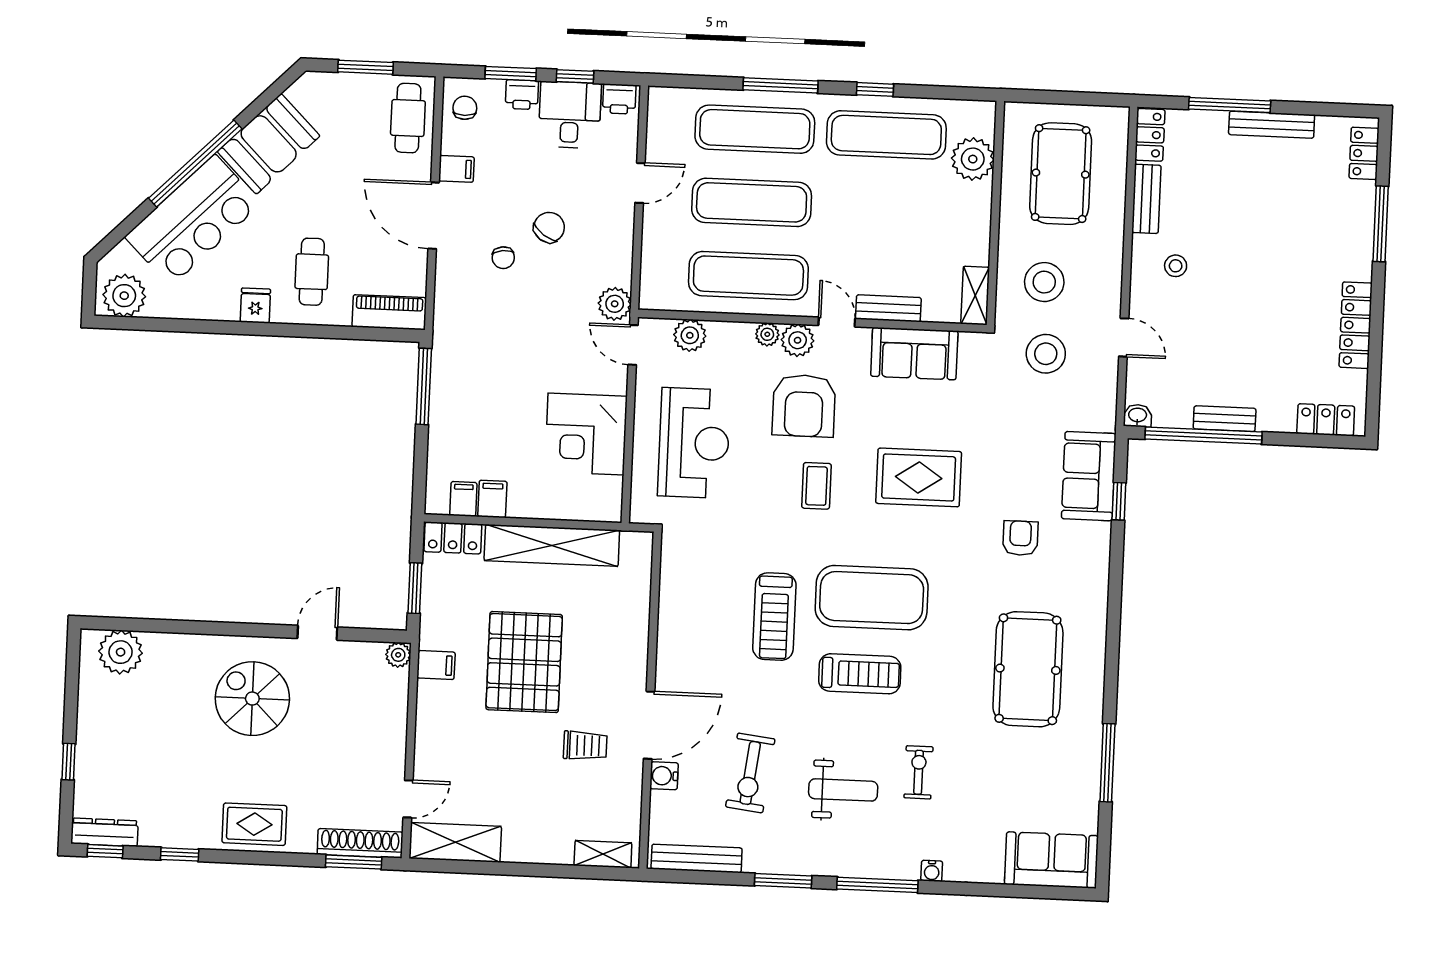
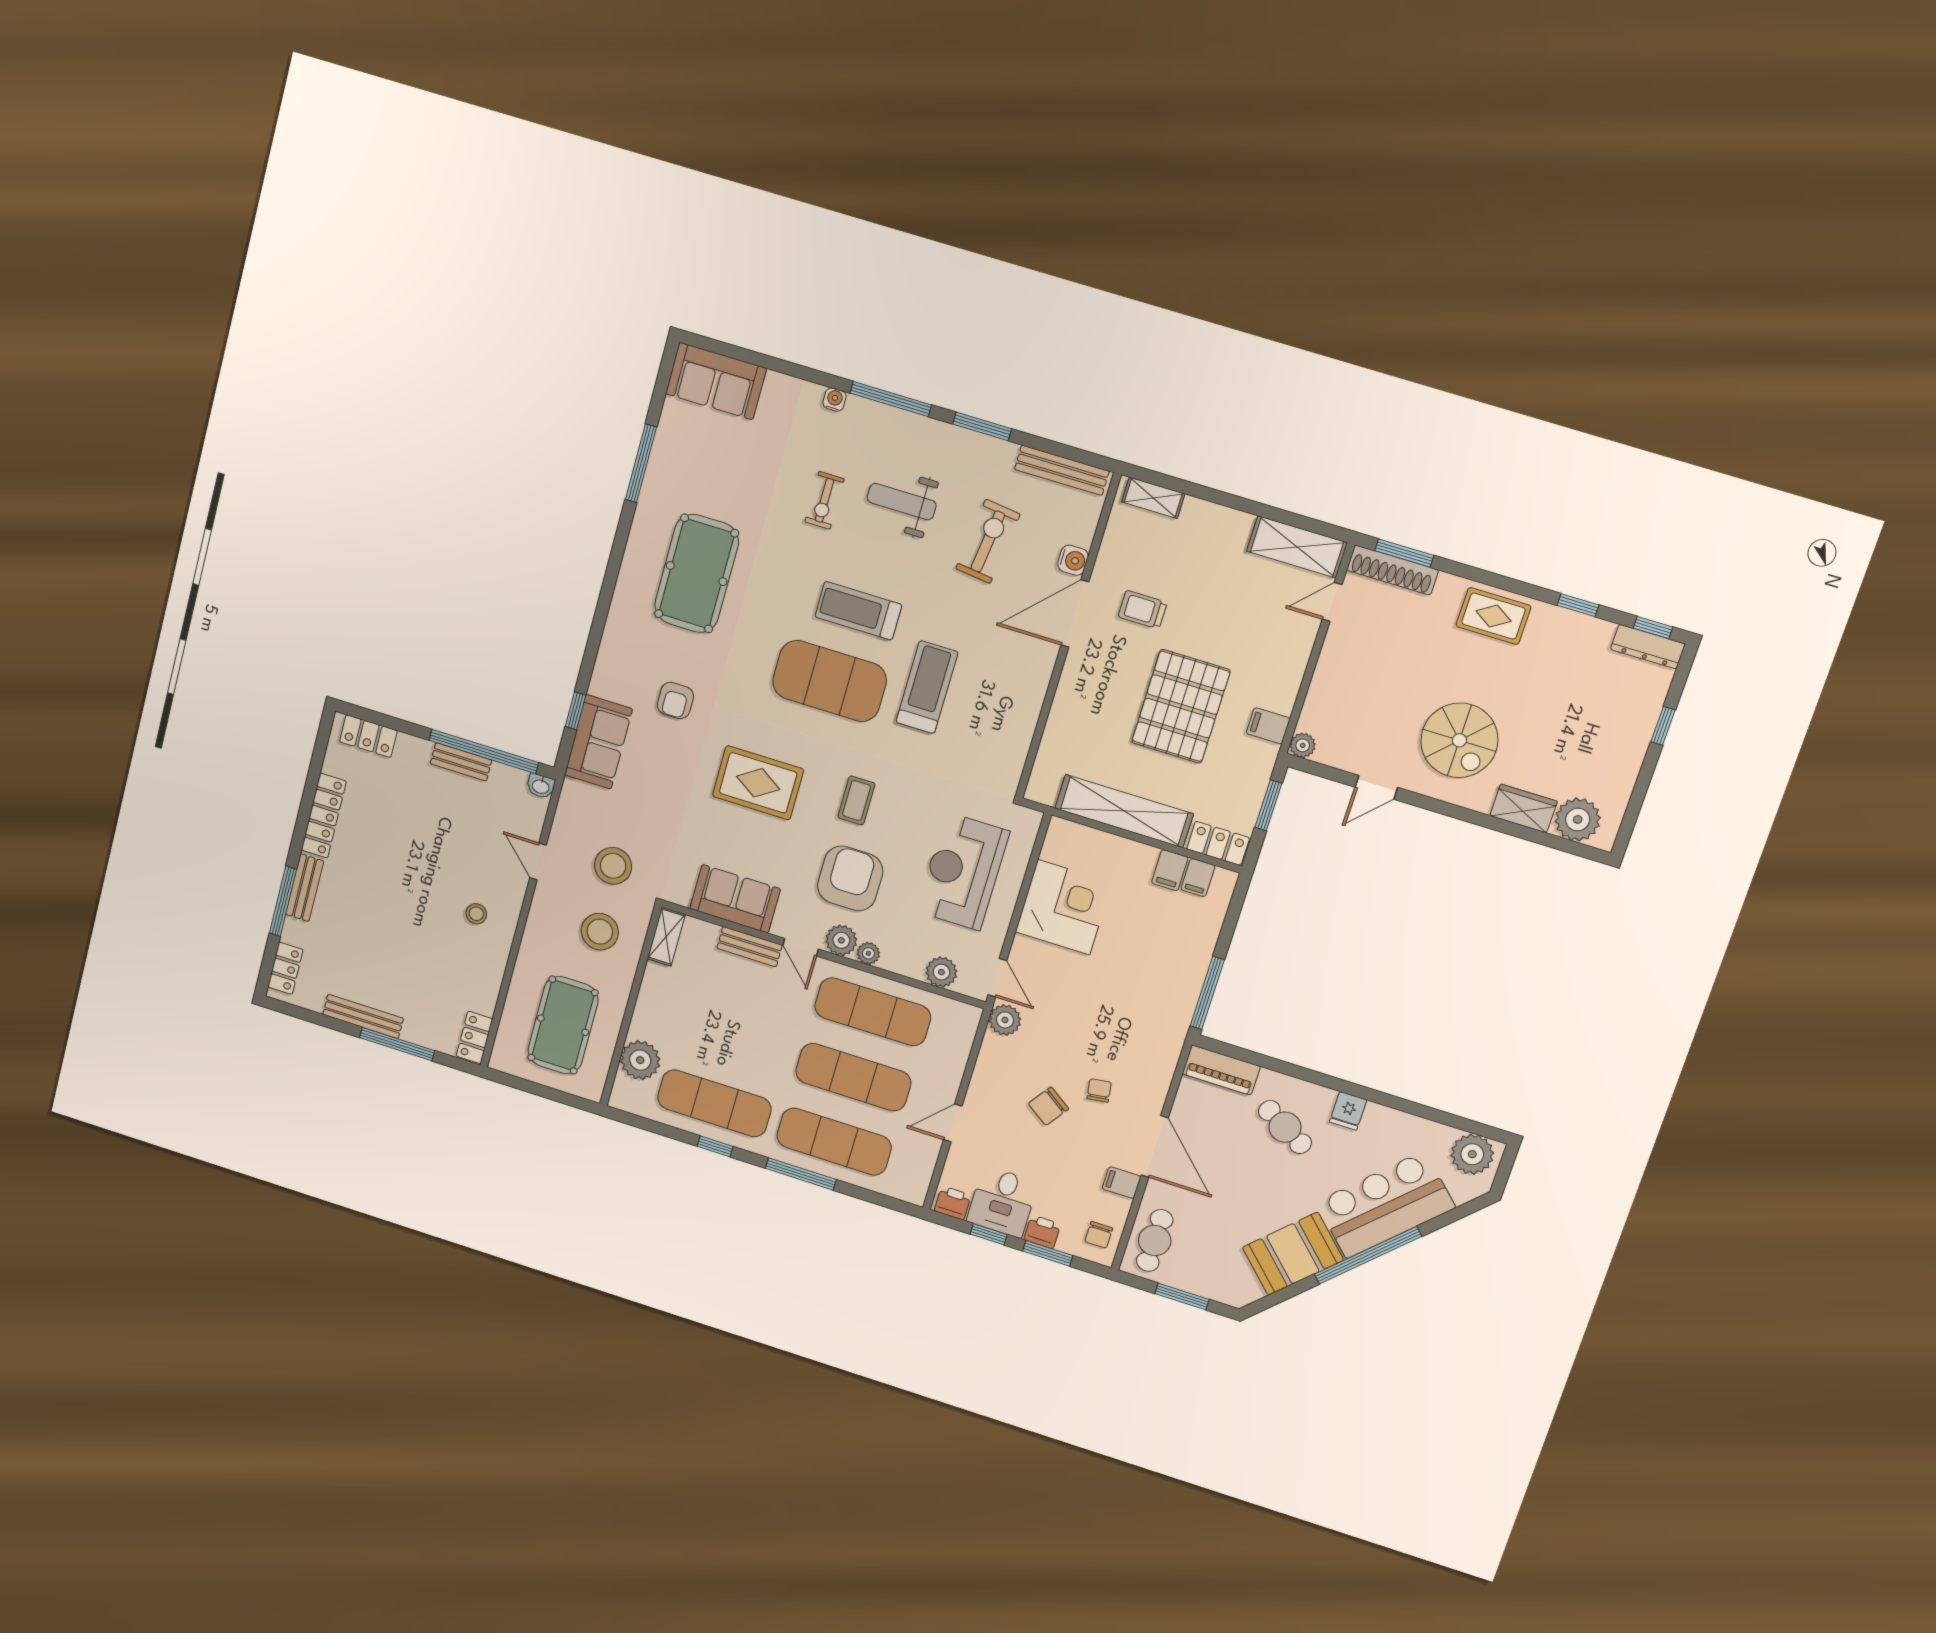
bench: (1146, 199) -> (305, 888), moved
cafe table: (312, 272) -> (1285, 1127), turned -60
wardrobe: (174, 649) -> (1524, 808), added

